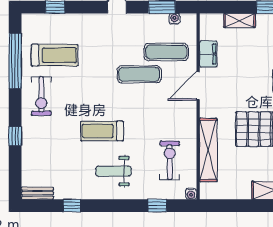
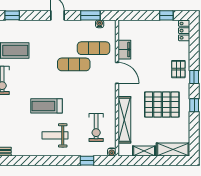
shelving: (240, 20) -> (144, 151), moved
door: (198, 86) -> (117, 73), swing flipped
exercise bike: (170, 160) -> (96, 128), turned 180
window: (72, 206) -> (24, 161), removed

